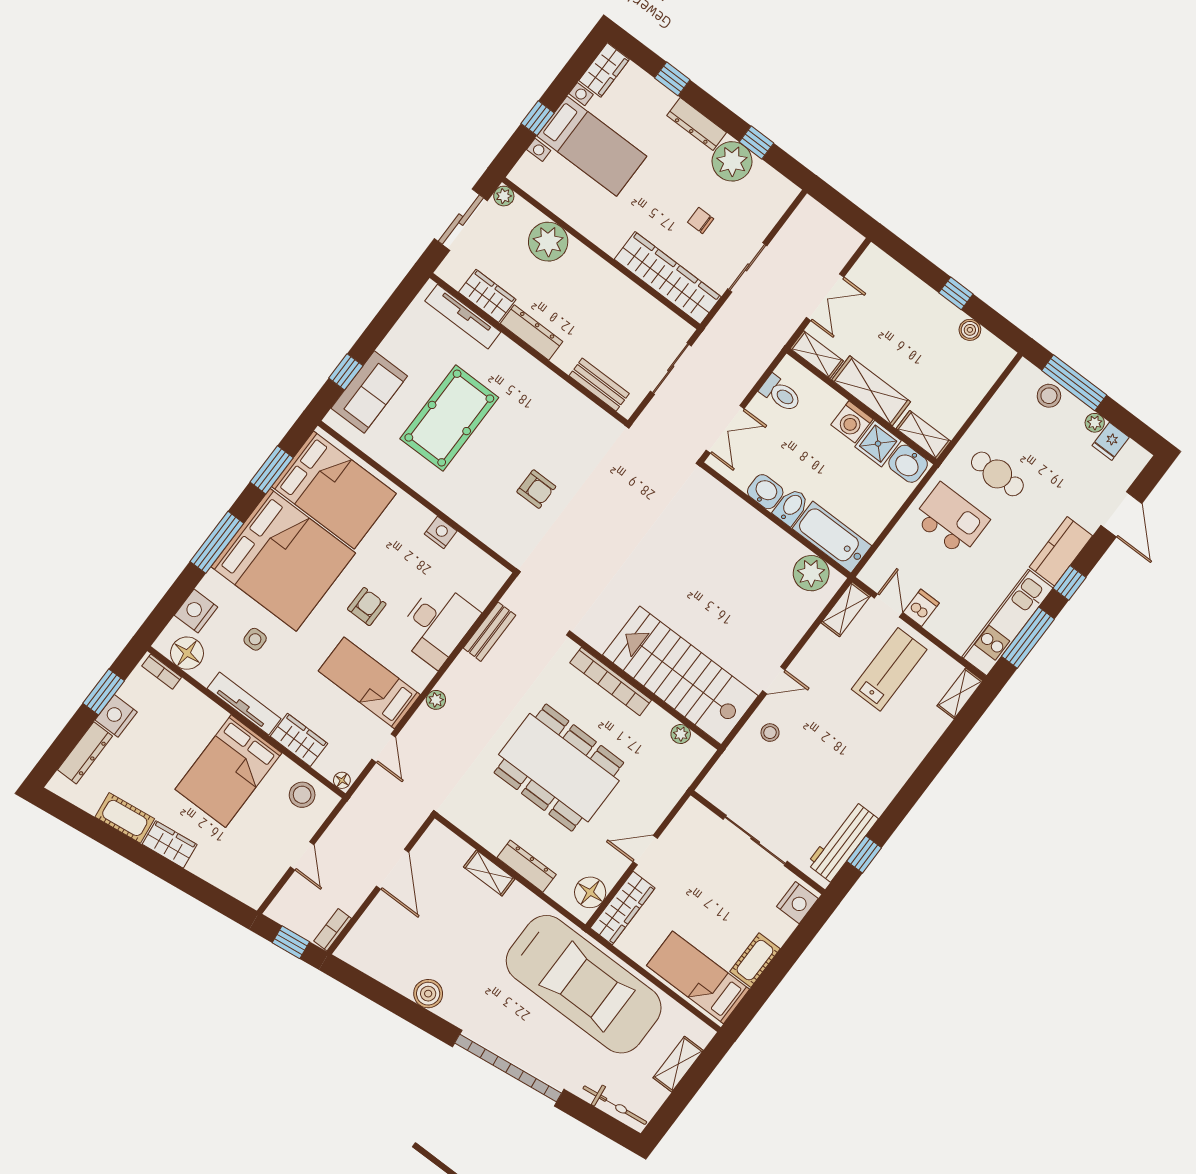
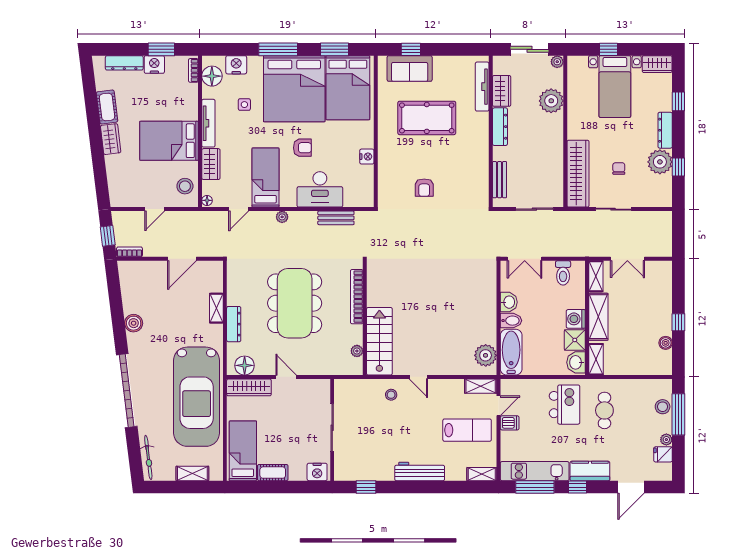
stairs: (680, 675) -> (379, 341), width x0.73, depth x0.66
workbench: (843, 841) -> (420, 471), moved

